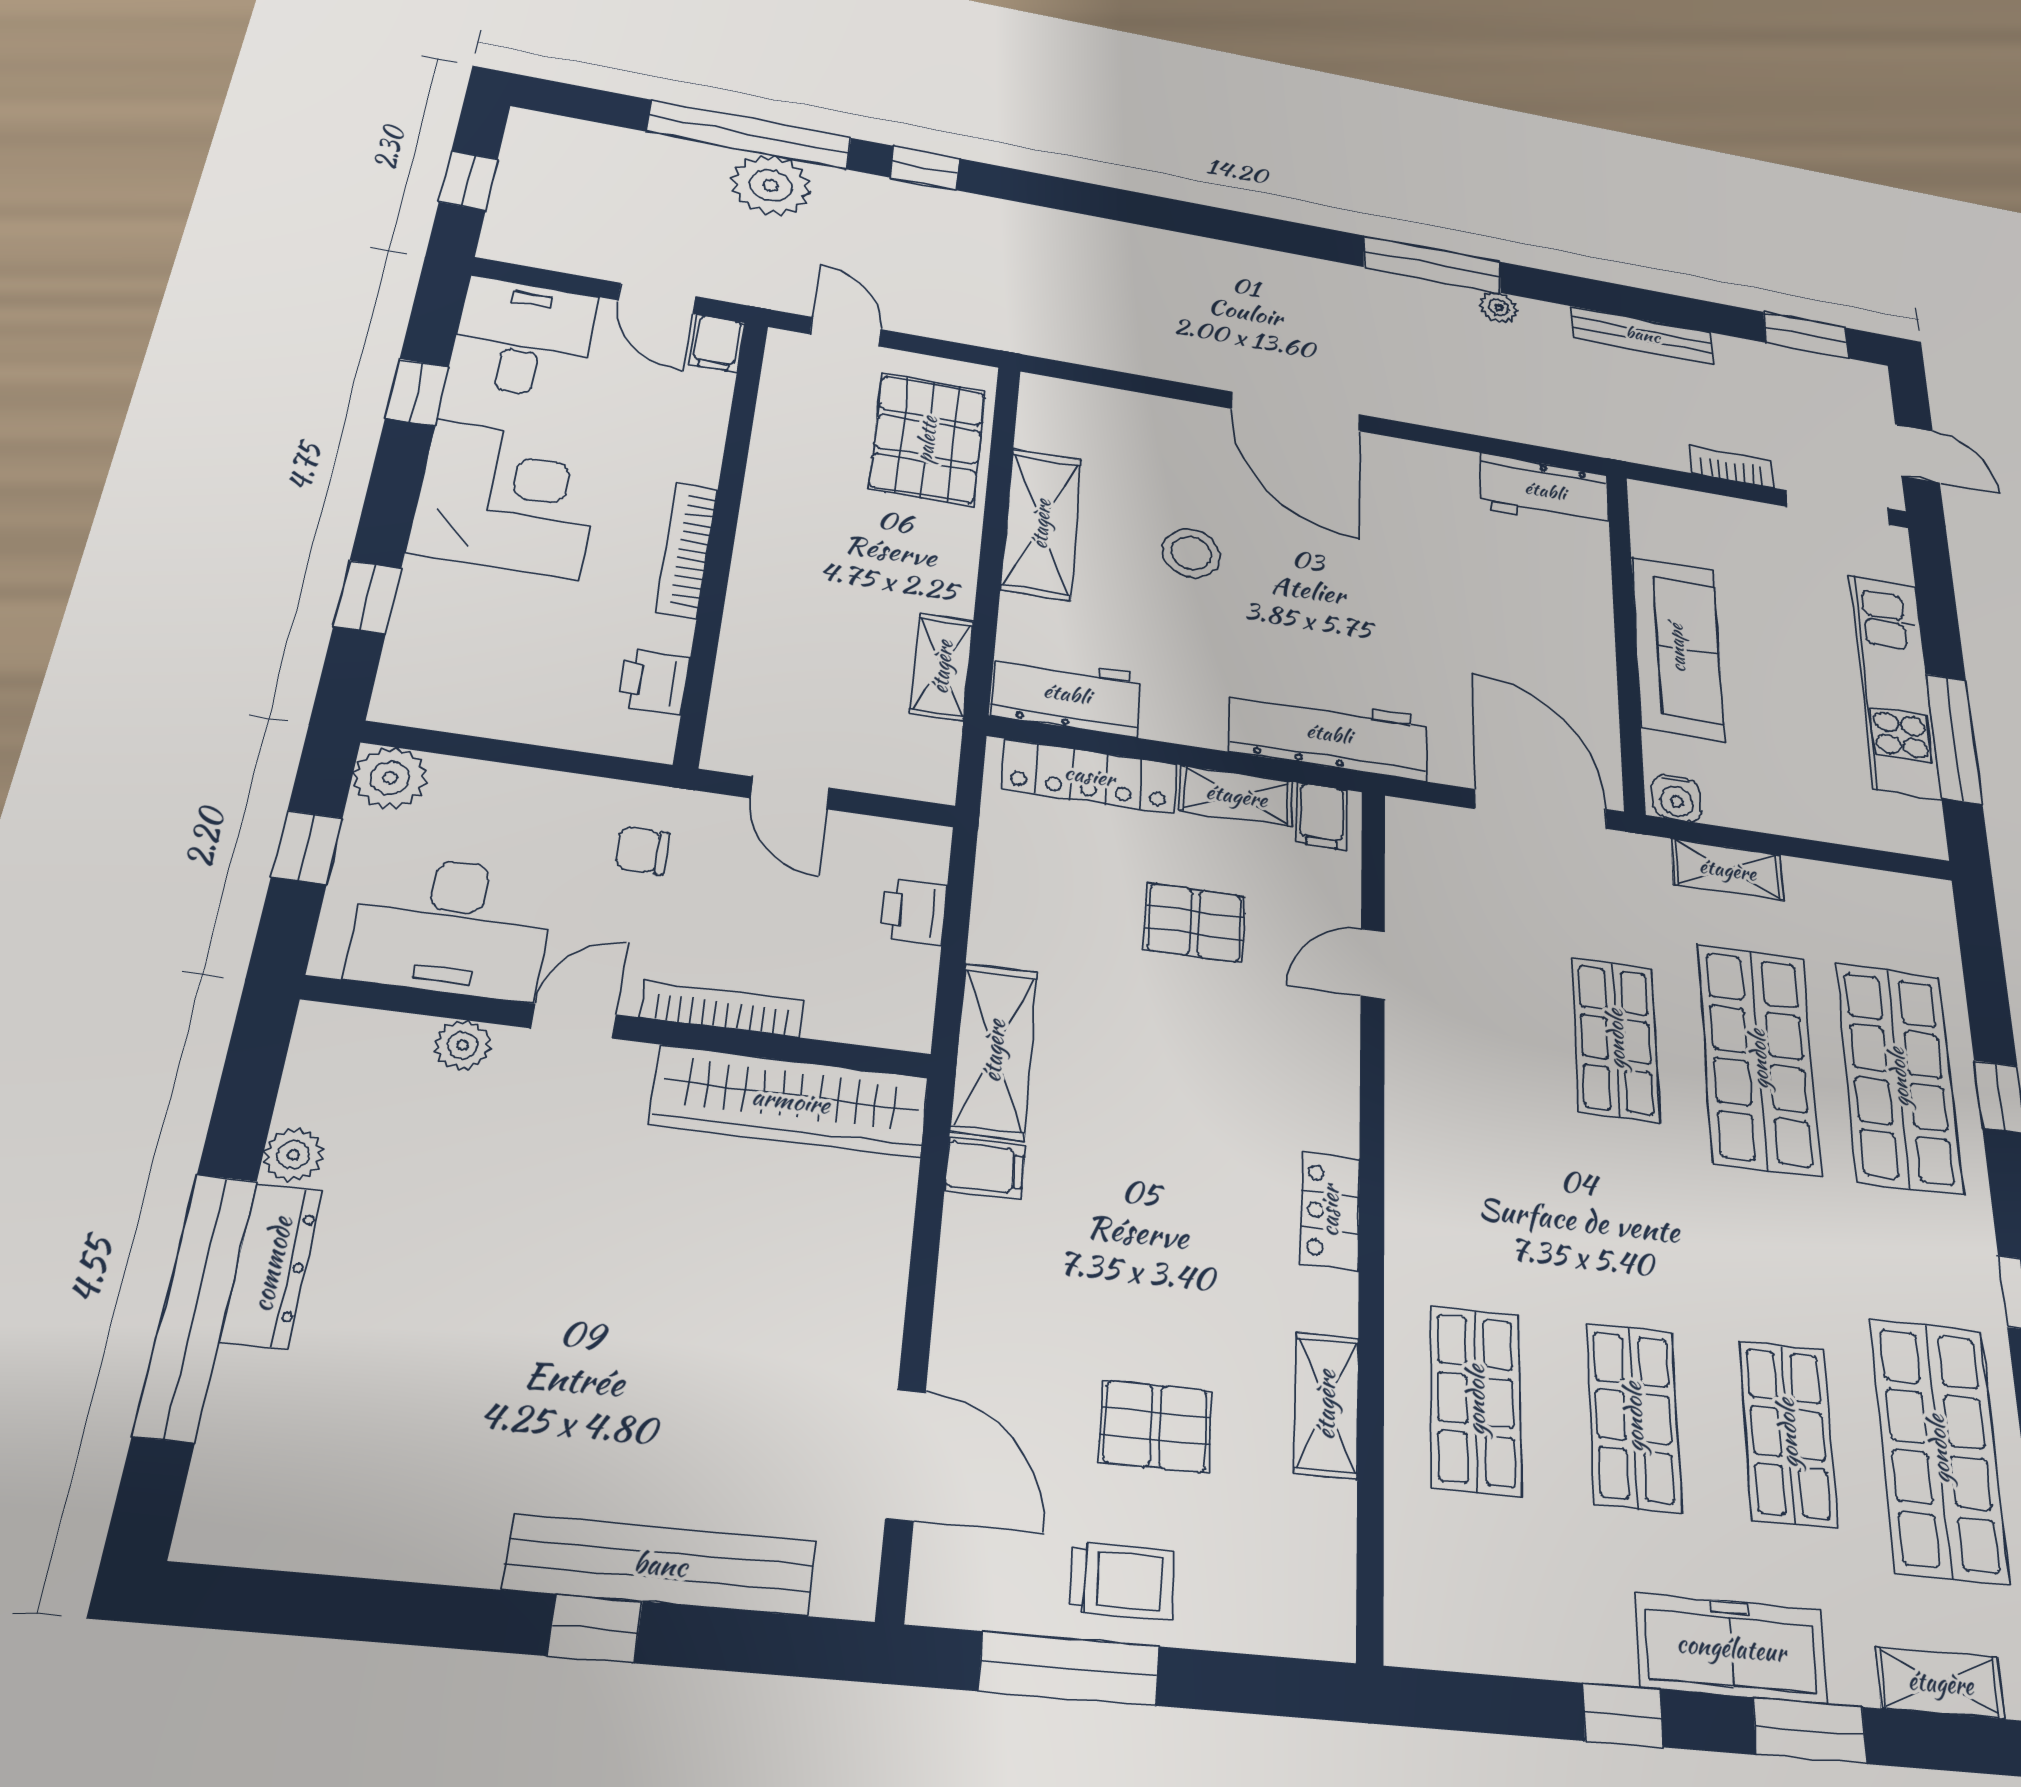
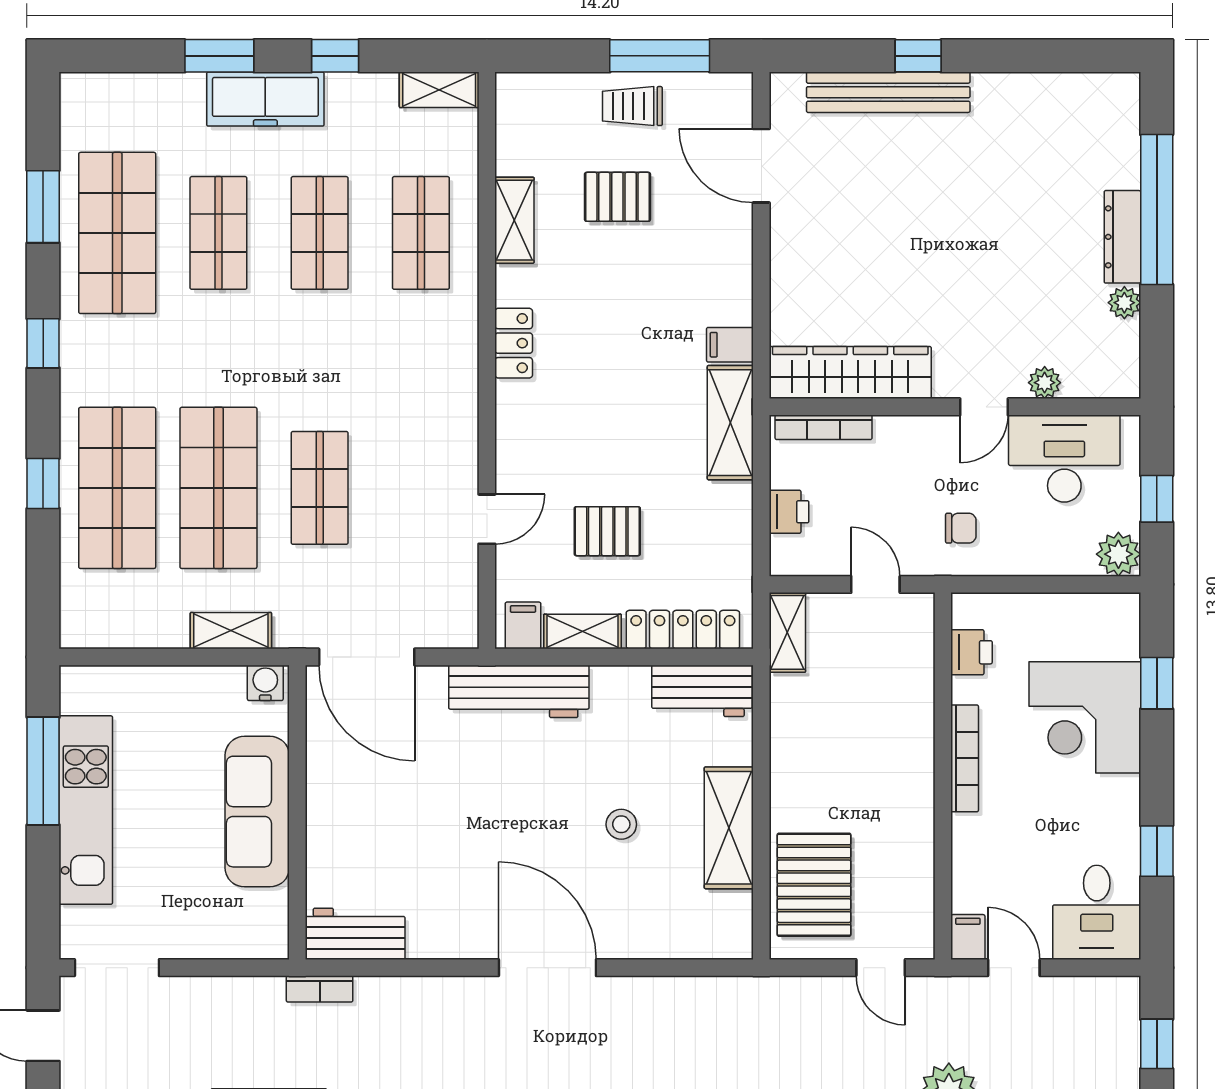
bookcase: (1731, 467) -> (320, 989), moved
corner desk: (507, 499) -> (1085, 717), moved
stool: (1191, 553) -> (621, 824), width x0.73, depth x0.73
shelving: (942, 667) -> (787, 632), moved
bookcase: (722, 1009) -> (824, 427), moved
shelving: (1940, 1683) -> (439, 90), moved

